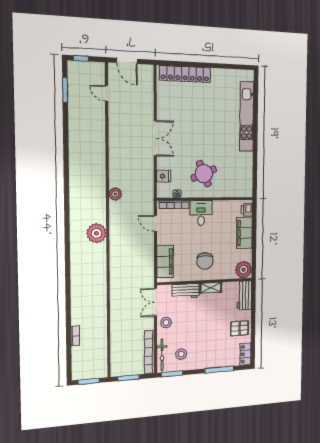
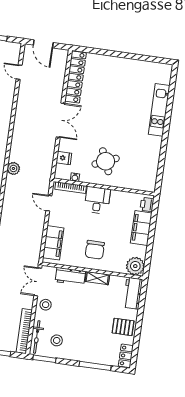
locker: (185, 74) -> (75, 77), moved, turned -90
kitchen unit: (247, 116) -> (159, 110), width x0.73

